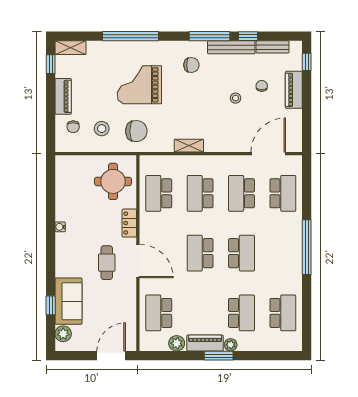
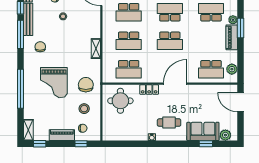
window: (51, 124) -> (81, 144), added
cafe table: (107, 263) -> (169, 123), moved
plant: (177, 343) -> (232, 69), moved

